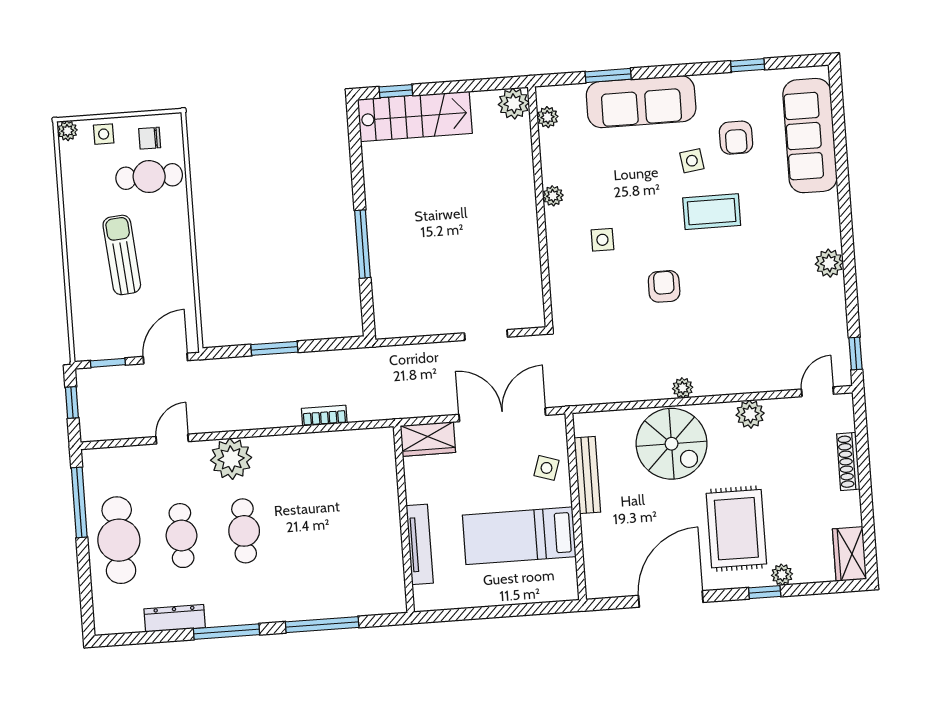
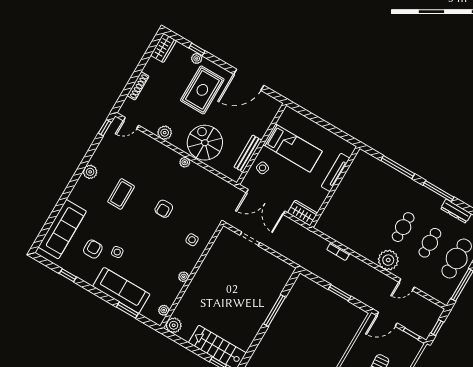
coffee table: (712, 212) -> (121, 194), moved, turned 90
side table: (602, 240) -> (192, 240), moved
window: (765, 592) -> (197, 49), moved

